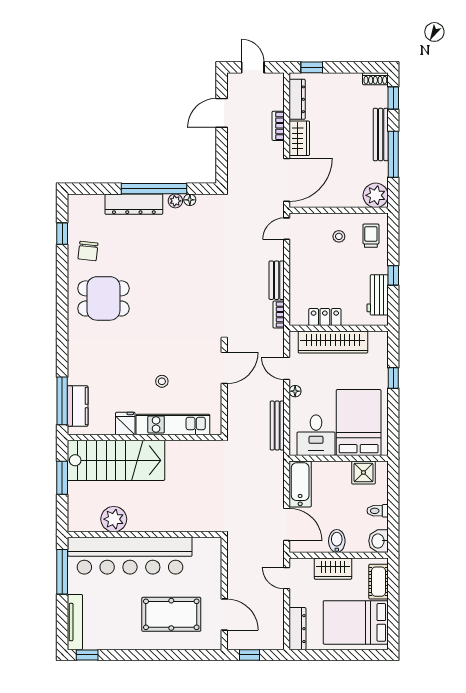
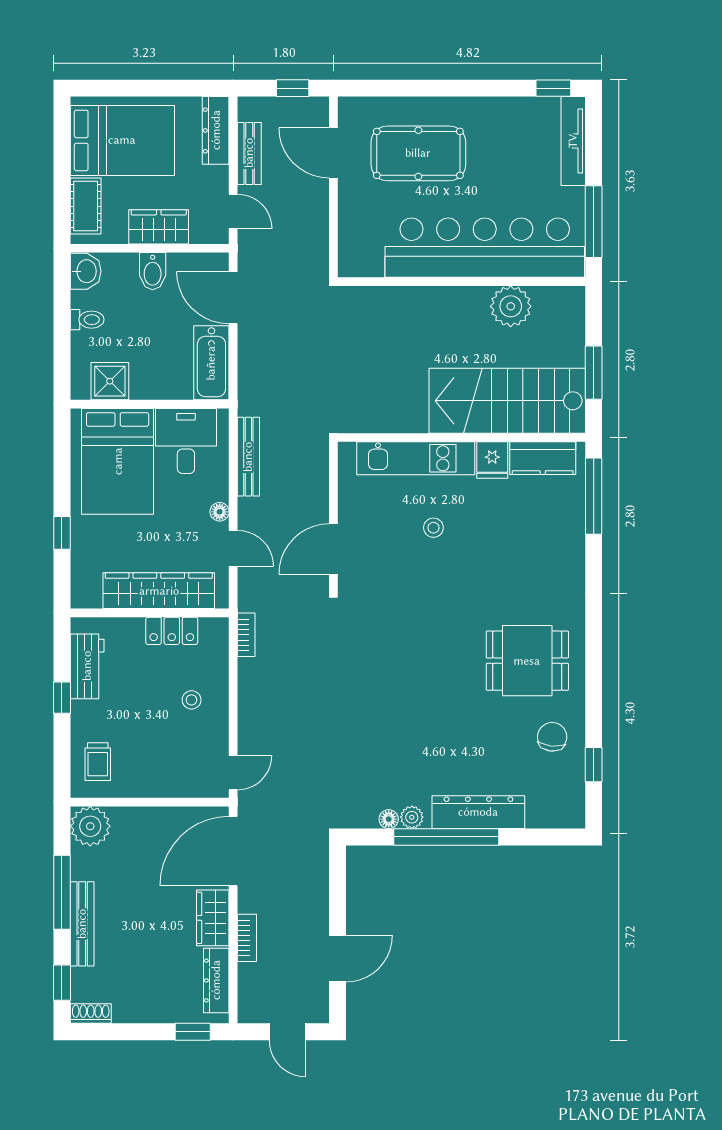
stool: (339, 236) -> (192, 700), moved
bench: (277, 280) -> (249, 153), moved
kitchen counter: (78, 406) -> (543, 458), moved, turned -90

